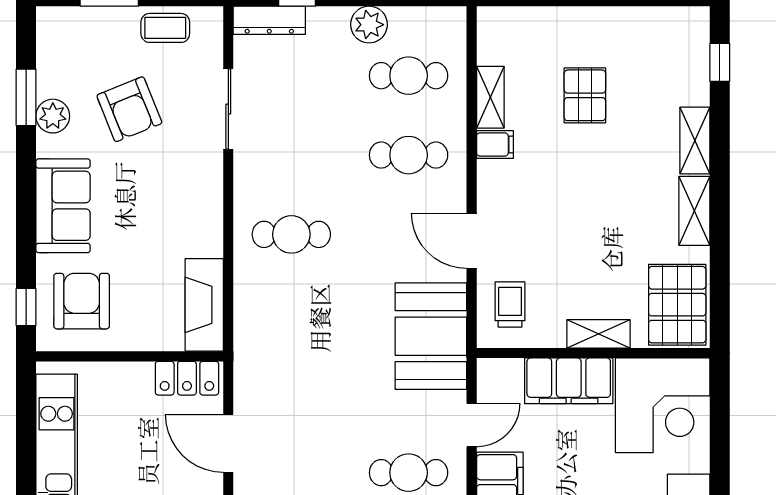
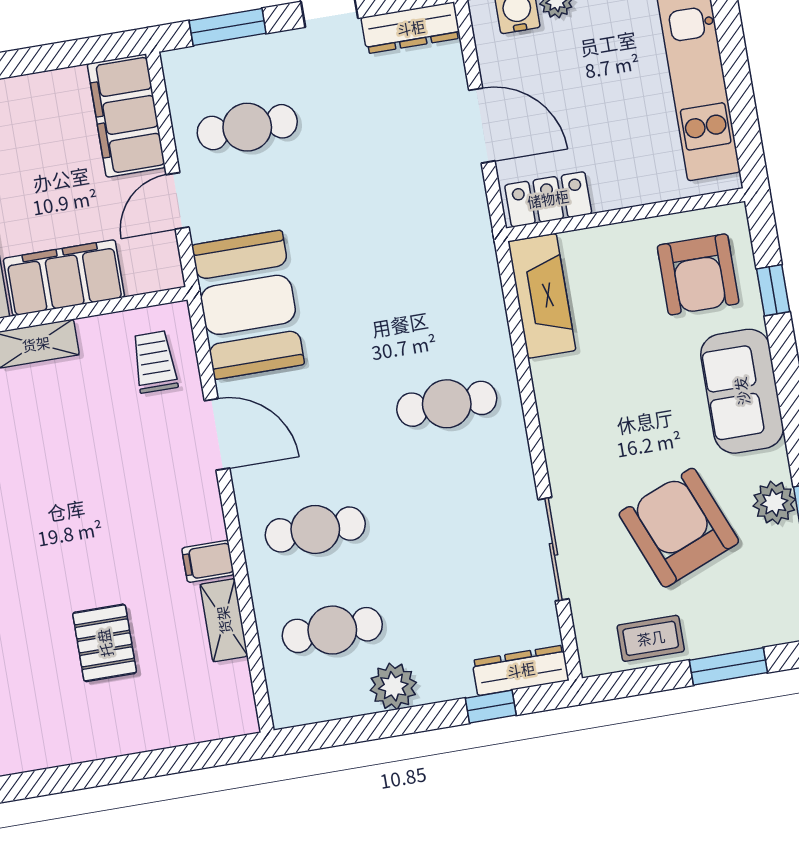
armchair: (129, 109) -> (679, 528), width x1.36, depth x1.36
trolley: (510, 304) -> (155, 362), turned 180
window: (26, 307) -> (773, 290), moved

